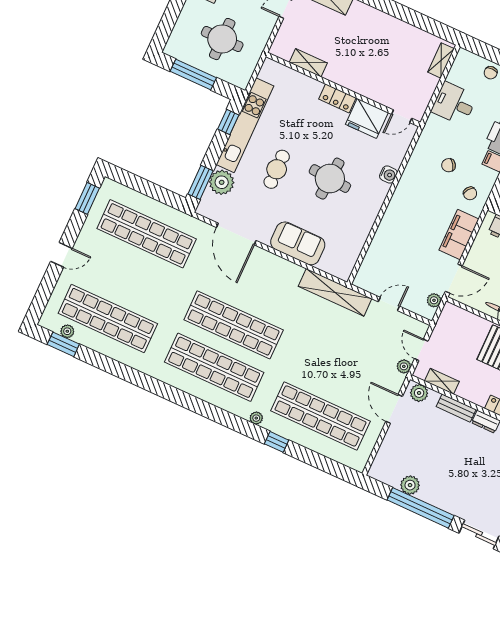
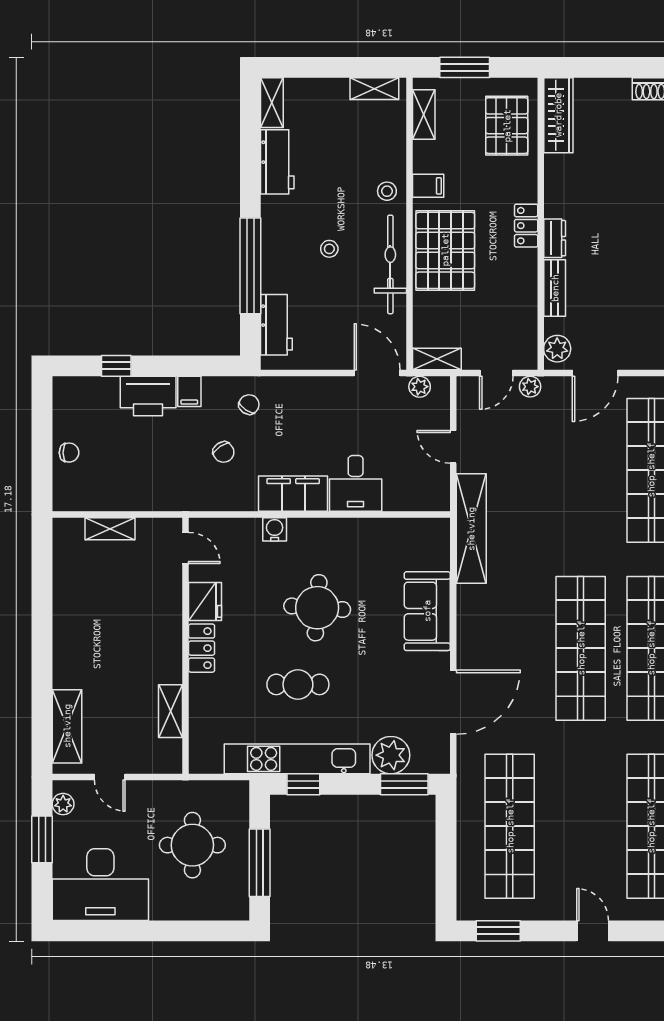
shelving: (441, 60) -> (110, 529), moved
desk: (454, 104) -> (356, 483), moved
fridge: (367, 118) -> (205, 601), width x0.73, depth x0.75
cafe table: (277, 169) -> (298, 684), moved
filing cabinet: (459, 235) -> (293, 494), moved, turned 180
shelving: (442, 381) -> (437, 359), moved, turned 90

